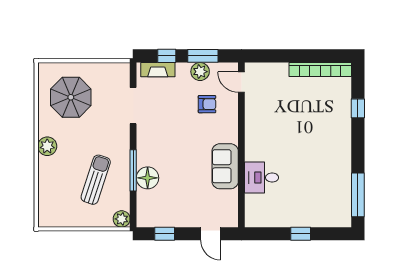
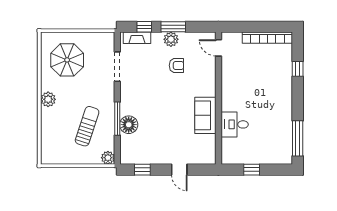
door: (241, 82) -> (218, 48), moved
wall: (241, 145) -> (218, 98), moved
sofa: (225, 166) -> (205, 115), moved
desk: (262, 178) -> (235, 124), moved

